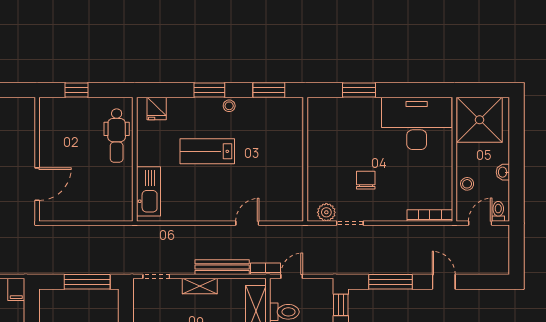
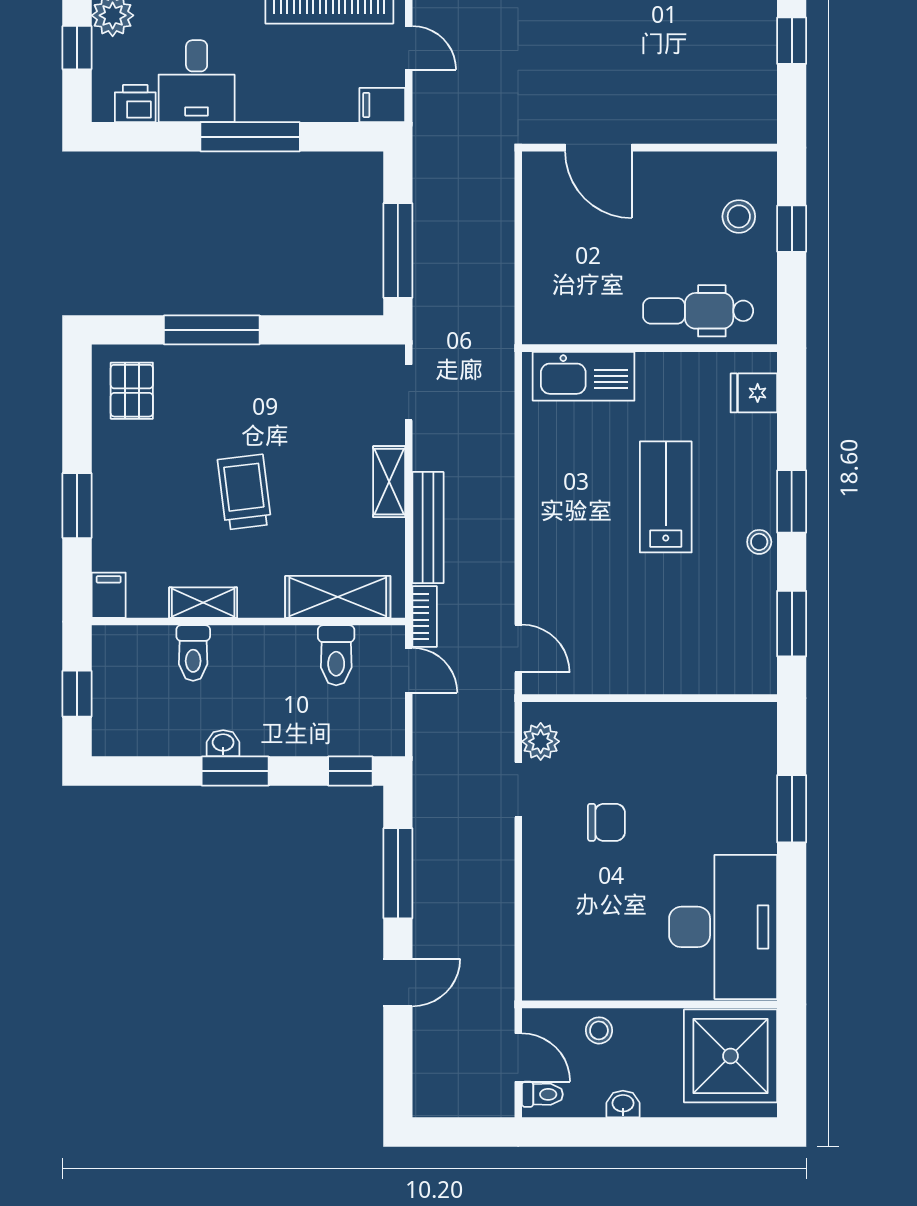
stool: (71, 116) -> (739, 216), added
bookcase: (430, 216) -> (534, 954), removed
door: (247, 223) -> (518, 648), moved

